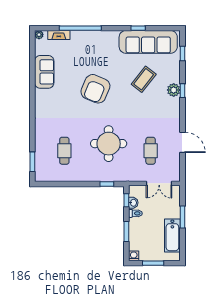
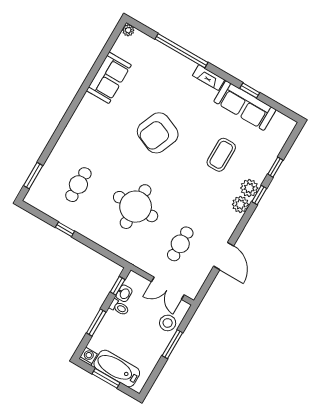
fireplace: (59, 35) -> (209, 78), moved
sofa: (148, 42) -> (245, 106), width x0.74, depth x0.79
window: (183, 53) -> (275, 167), moved
coffee table: (144, 79) -> (221, 155), turned -38
plant: (174, 104) -> (240, 204), added
window: (107, 184) -> (65, 229), moved
stool: (172, 205) -> (168, 323), added
bathtub: (172, 236) -> (117, 368), moved, turned 90

